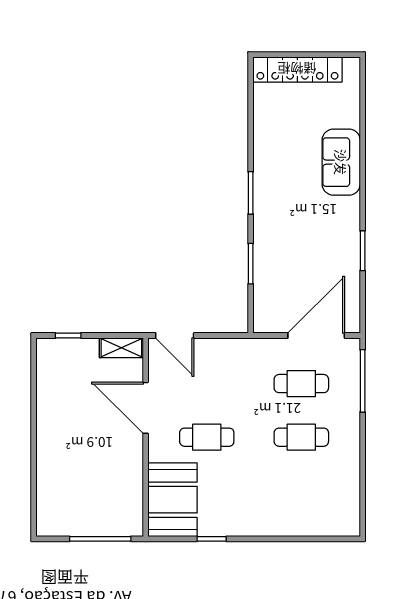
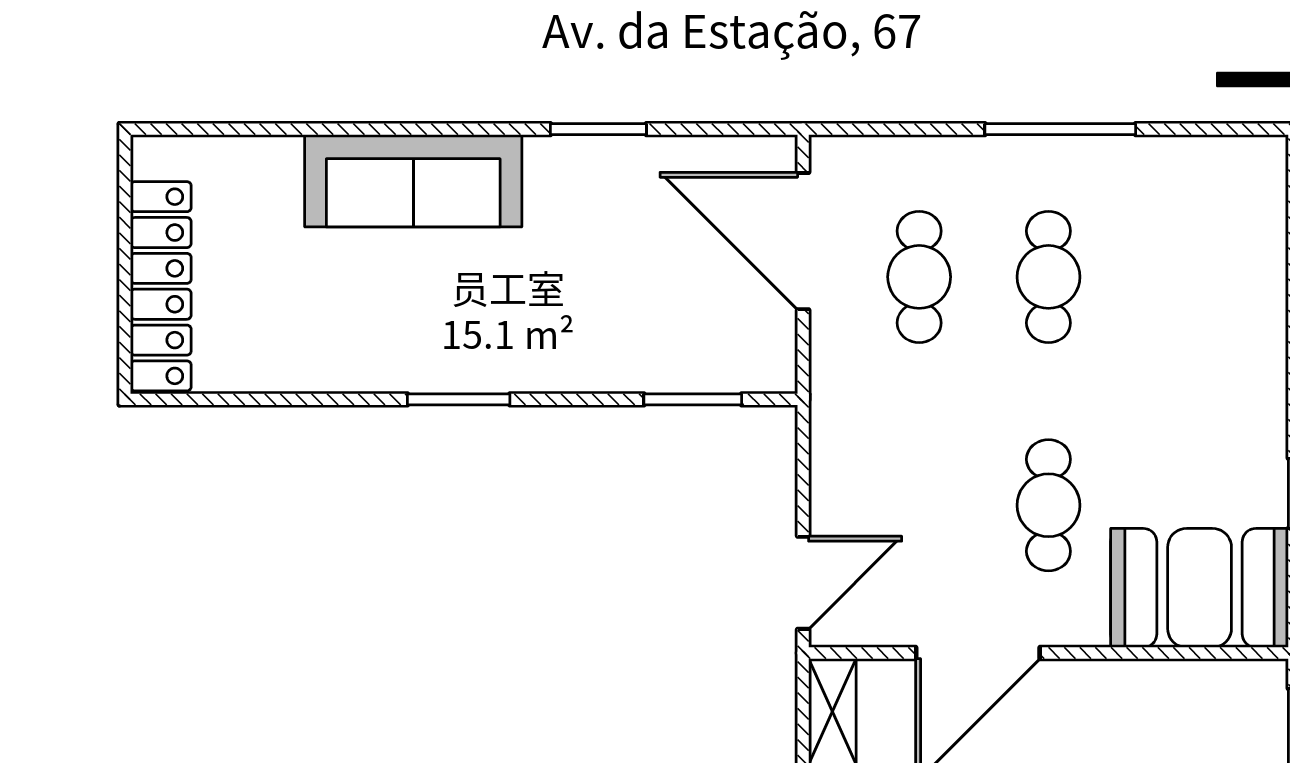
sofa: (341, 162) -> (413, 181), width x1.36
window: (251, 264) -> (693, 399), moved
window: (363, 381) -> (1060, 129), moved

